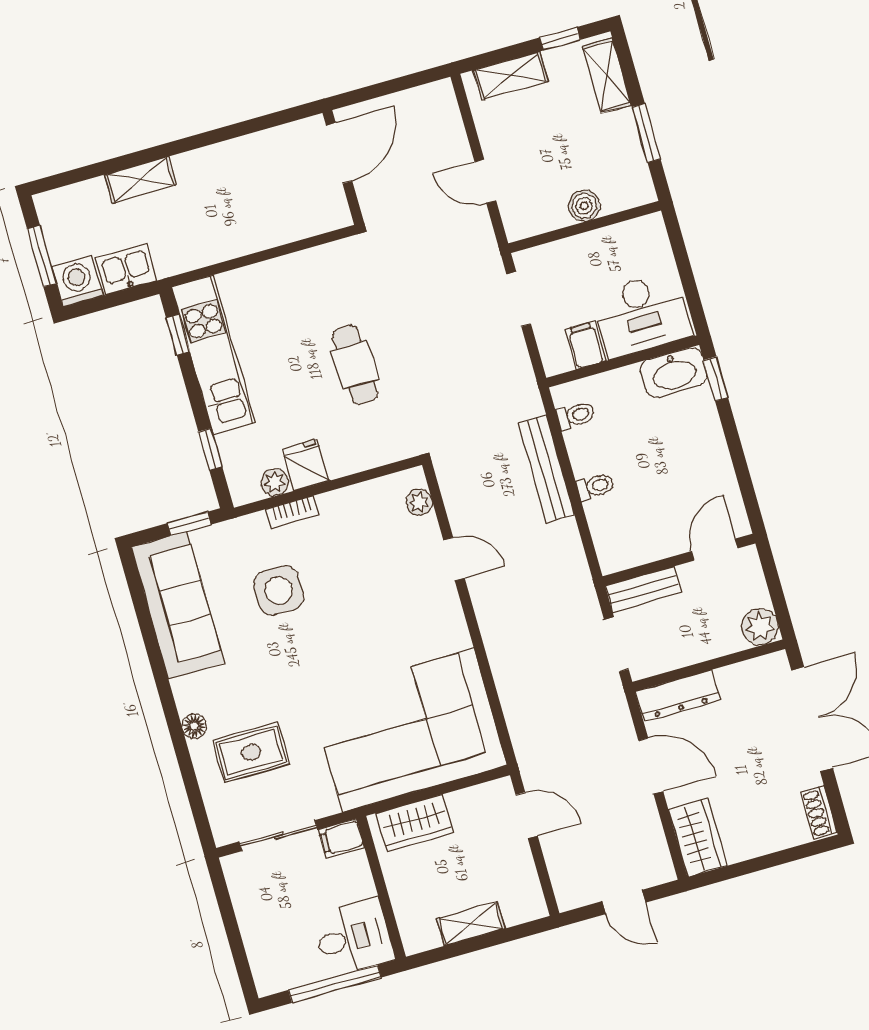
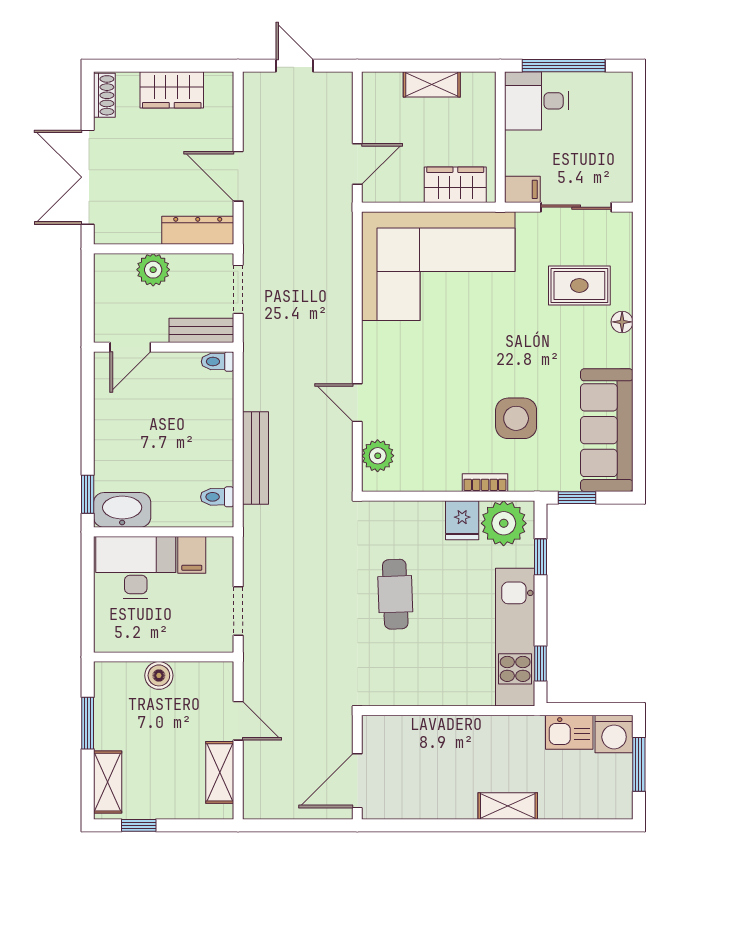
shelving: (511, 76) -> (220, 772), moved, turned 90
shelving: (140, 180) -> (508, 806), moved
plant: (275, 482) -> (504, 523), width x1.87, depth x1.87
toilet: (596, 486) -> (217, 362), moved
plant: (419, 502) -> (378, 456), width x1.38, depth x1.38
plant: (760, 627) -> (153, 270), moved
door: (527, 815) -> (357, 164), swing flipped
wardrobe: (698, 837) -> (172, 90), moved, turned -90

